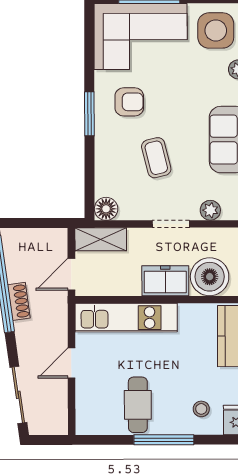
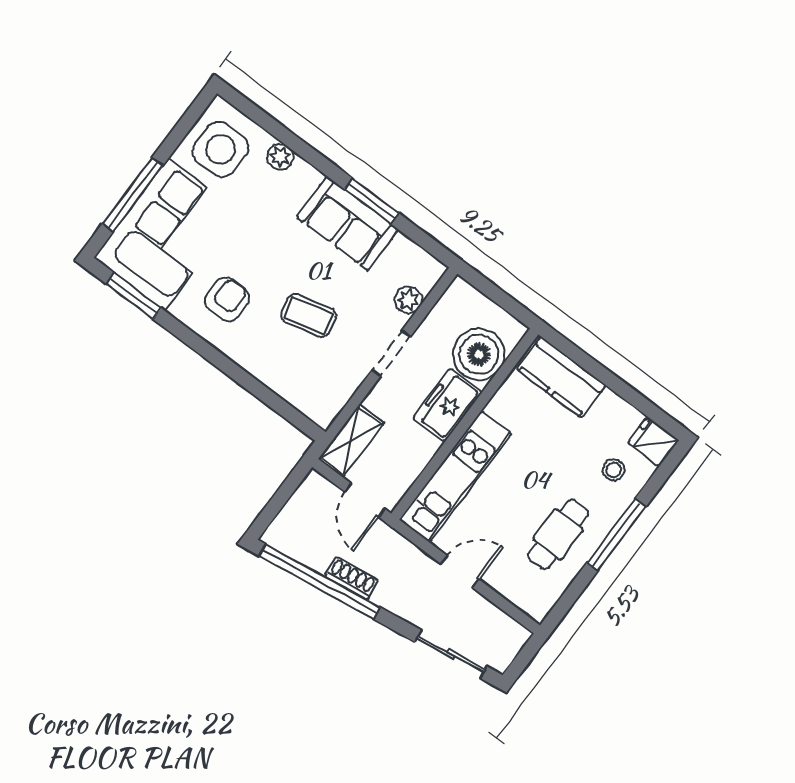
window: (89, 114) -> (134, 296), moved
floor lamp: (106, 209) -> (323, 410), removed
door: (72, 363) -> (460, 572), swing flipped
cafe table: (138, 405) -> (558, 534), turned 90

